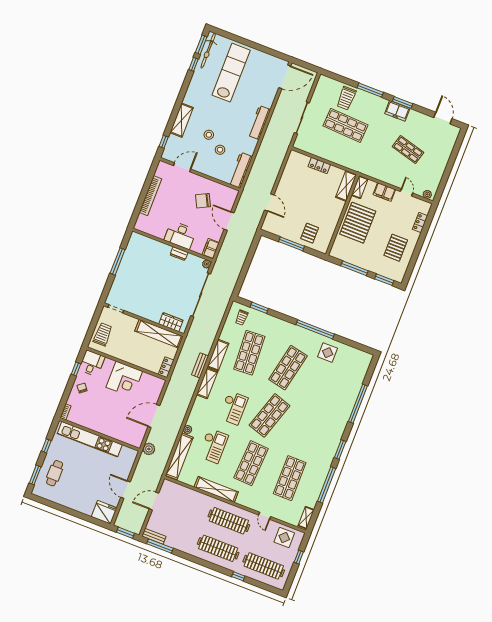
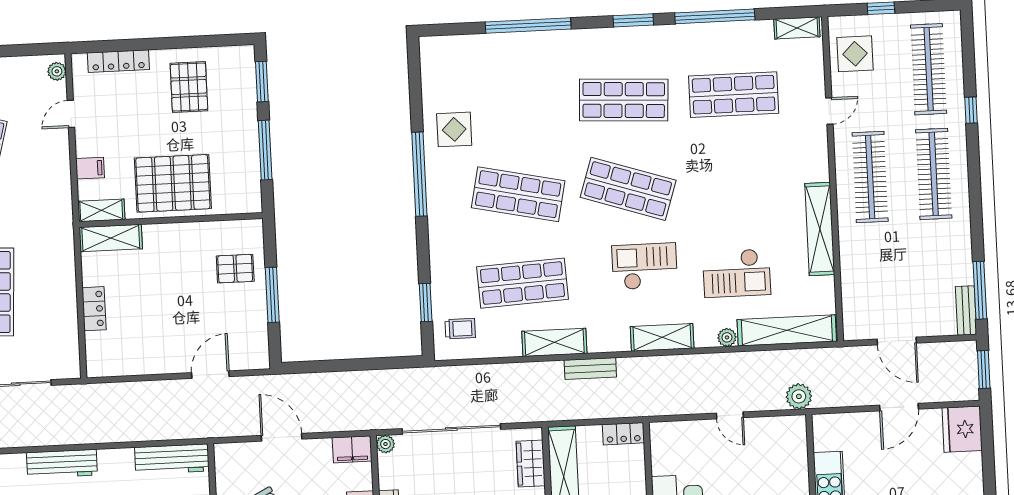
filing cabinet: (384, 192) -> (90, 168), width x0.50
door: (229, 221) -> (282, 437), swing flipped
locker: (420, 223) -> (118, 61), width x1.53
pallet: (396, 248) -> (189, 87), turned 90
shelving: (207, 383) -> (662, 337), moved
door: (154, 416) -> (730, 415), width x0.53
checkout: (213, 446) -> (737, 273), turned 180
shop shelf: (251, 463) -> (624, 100), moved

